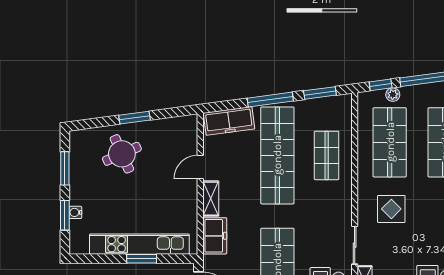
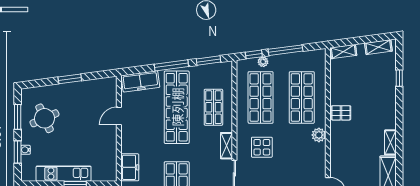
round table: (122, 154) -> (45, 118), moved
shelving: (211, 199) -> (227, 146), moved
kitchen unit: (139, 244) -> (64, 174), width x0.73

